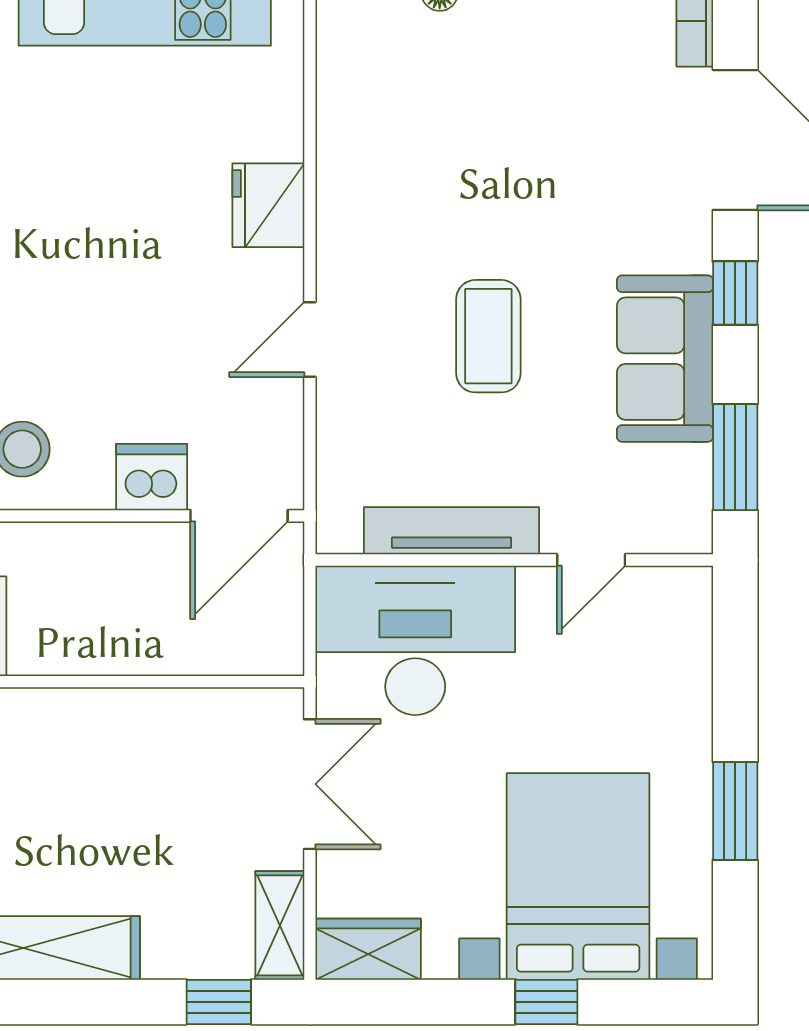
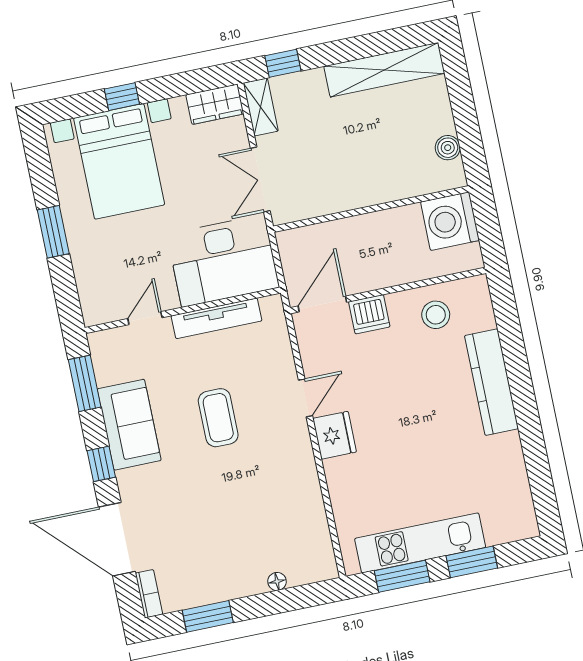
fridge: (268, 205) -> (335, 435), moved
window: (735, 811) -> (53, 232), moved

